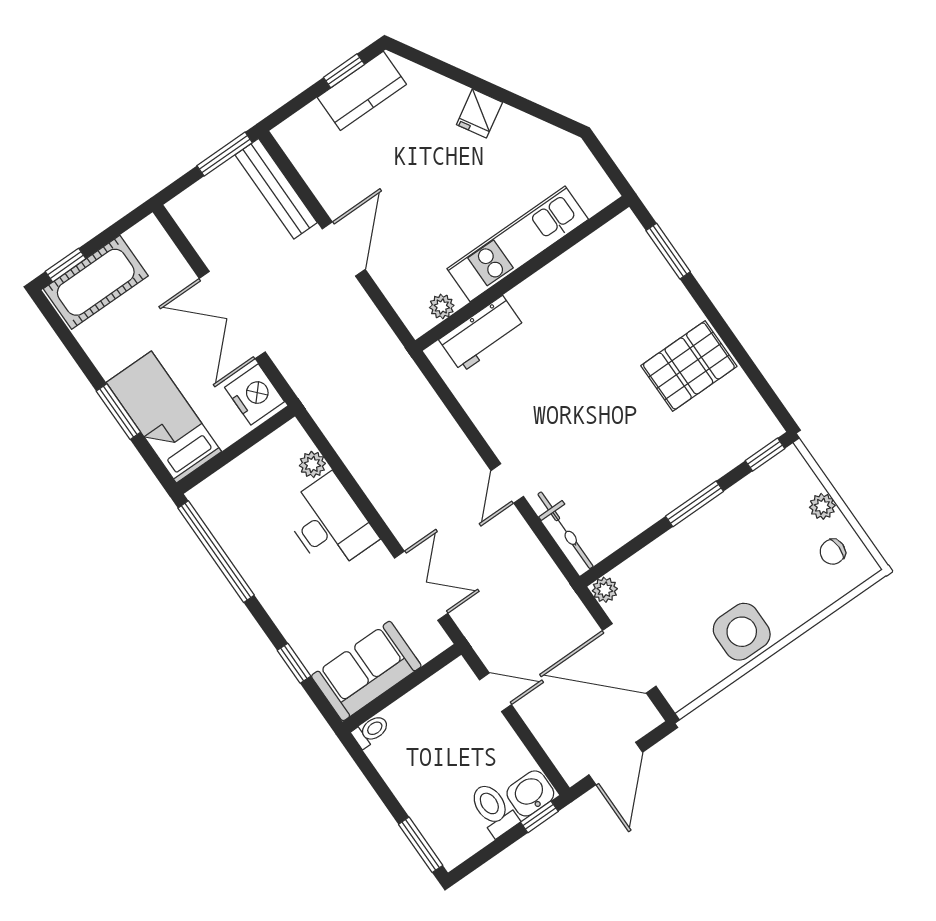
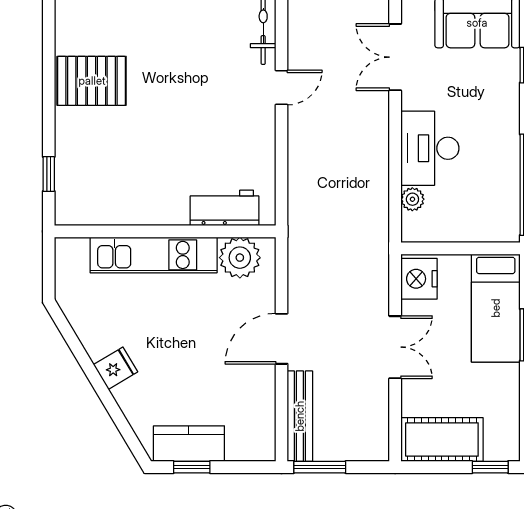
window: (668, 251) -> (49, 174), width x0.67
cot: (96, 282) -> (442, 440), moved
plant: (442, 307) -> (240, 258), width x1.87, depth x1.87
double door: (232, 315) -> (395, 347), width x0.73

